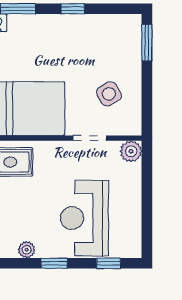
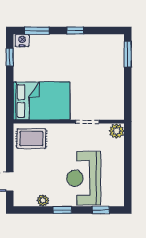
side table: (109, 94) -> (101, 91), removed

